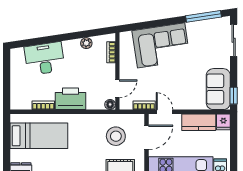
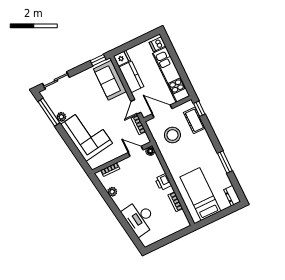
plant: (192, 27) -> (61, 117), added
sofa: (218, 89) -> (110, 80), moved, turned 90
printer: (71, 99) -> (163, 182), width x0.53, depth x0.68

